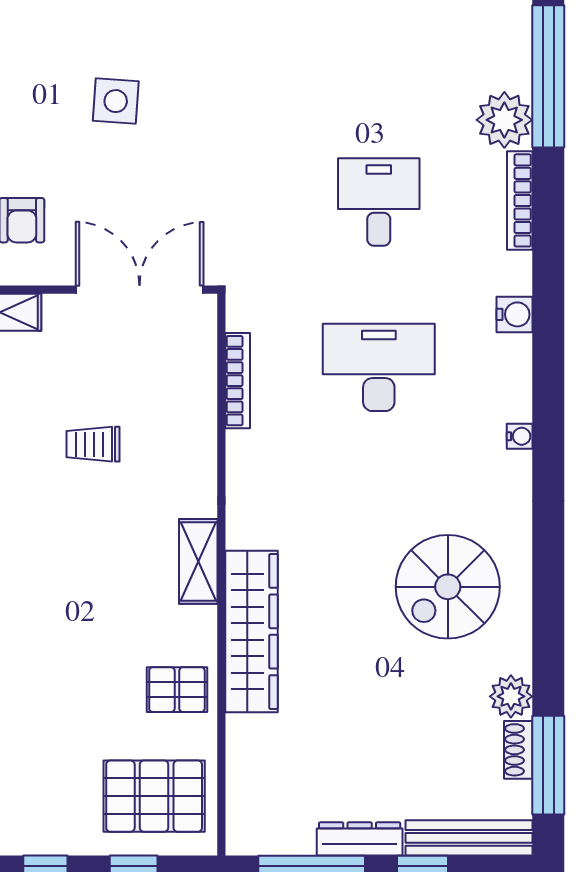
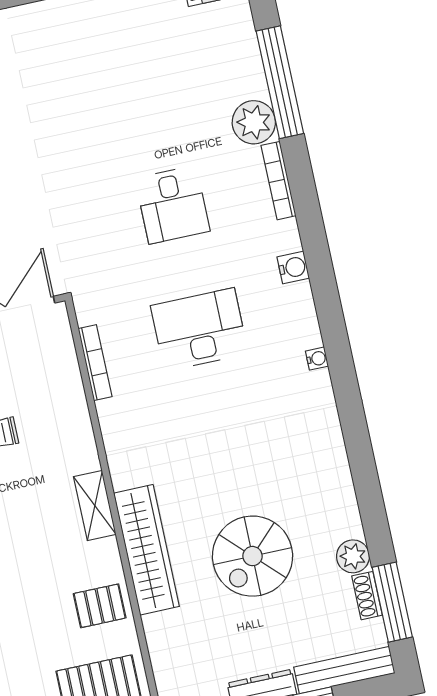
desk: (379, 202) -> (172, 205), turned 180
spiral stairs: (448, 587) -> (252, 556), moved

